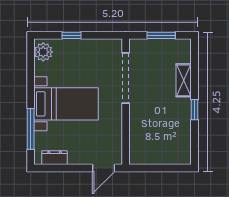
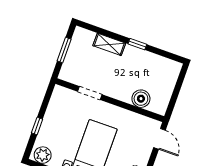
doorway: (126, 78) -> (90, 93), width x0.53
boiler: (139, 134) -> (141, 99), added

